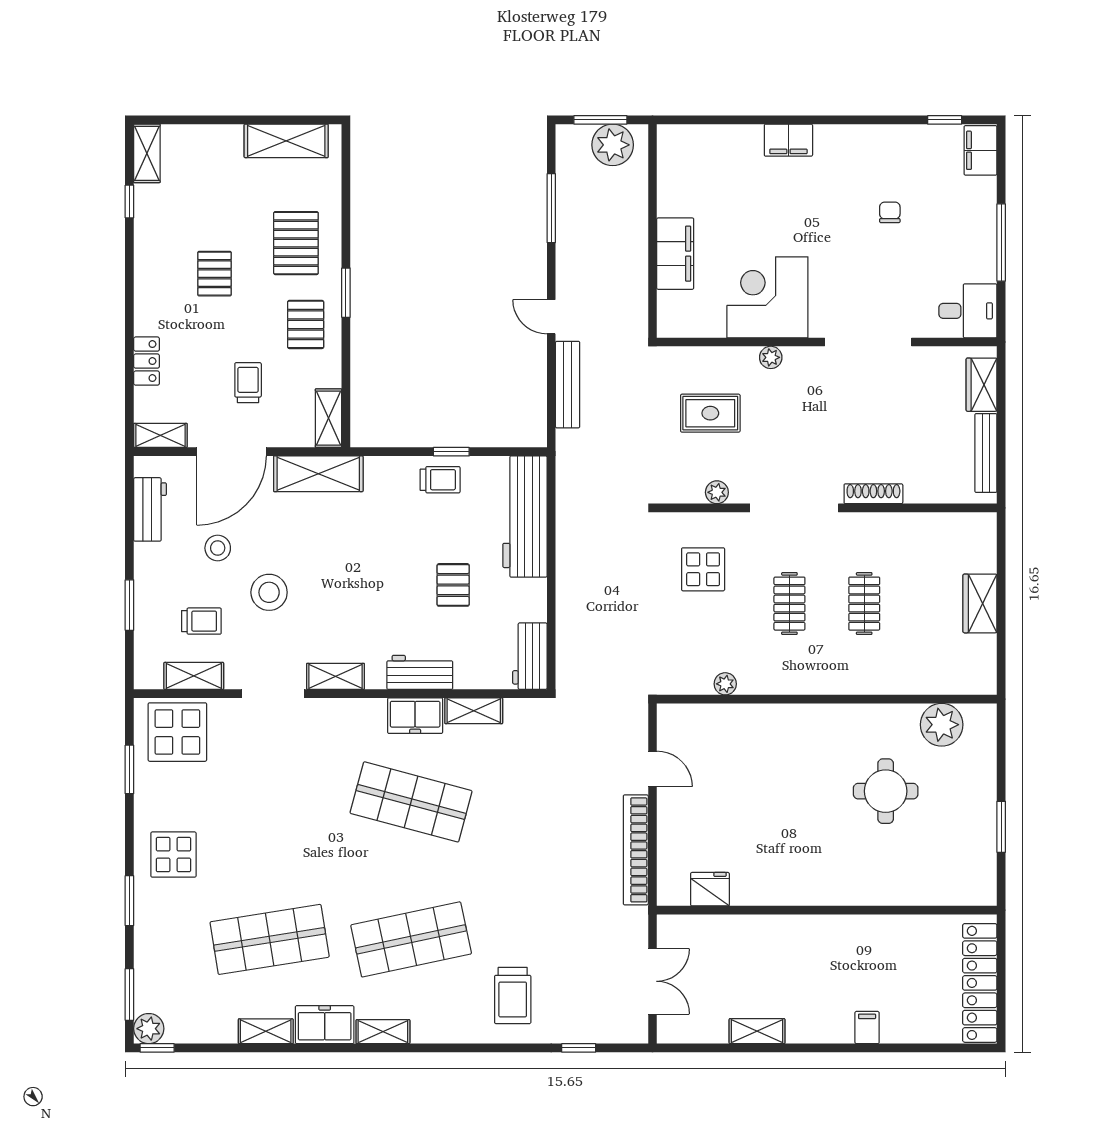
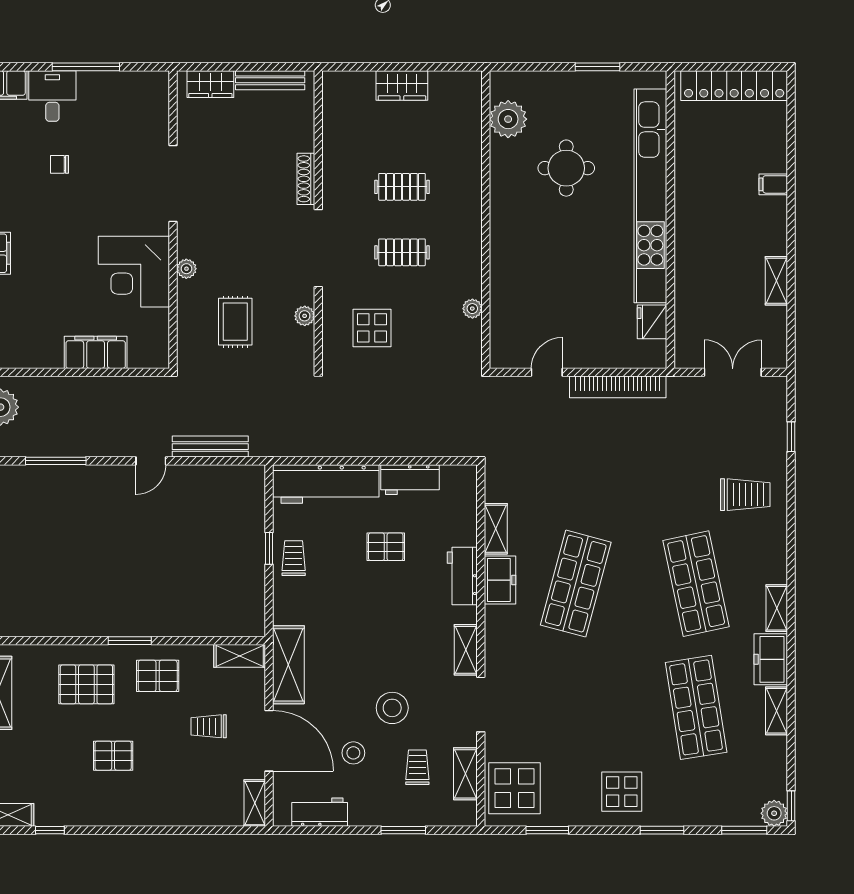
desk: (968, 311) -> (52, 96), moved
locker: (147, 361) -> (190, 815), removed
workbench: (530, 656) -> (410, 480), moved
kitchen unit: (854, 887) -> (650, 196), added

